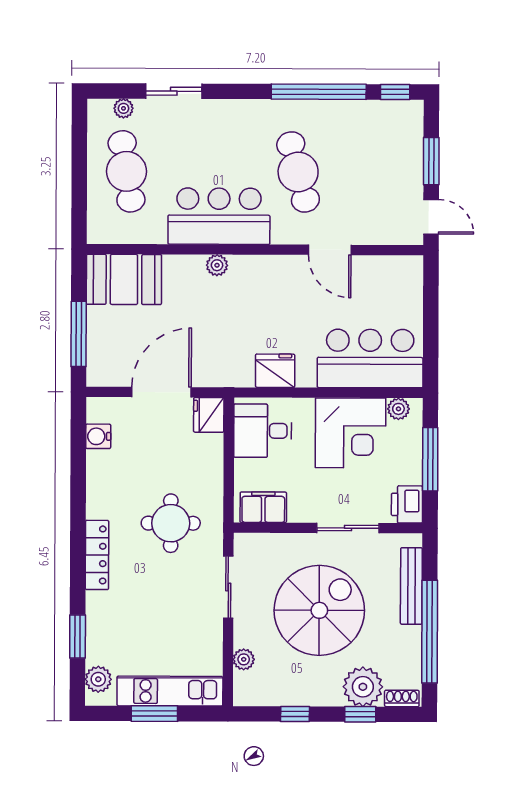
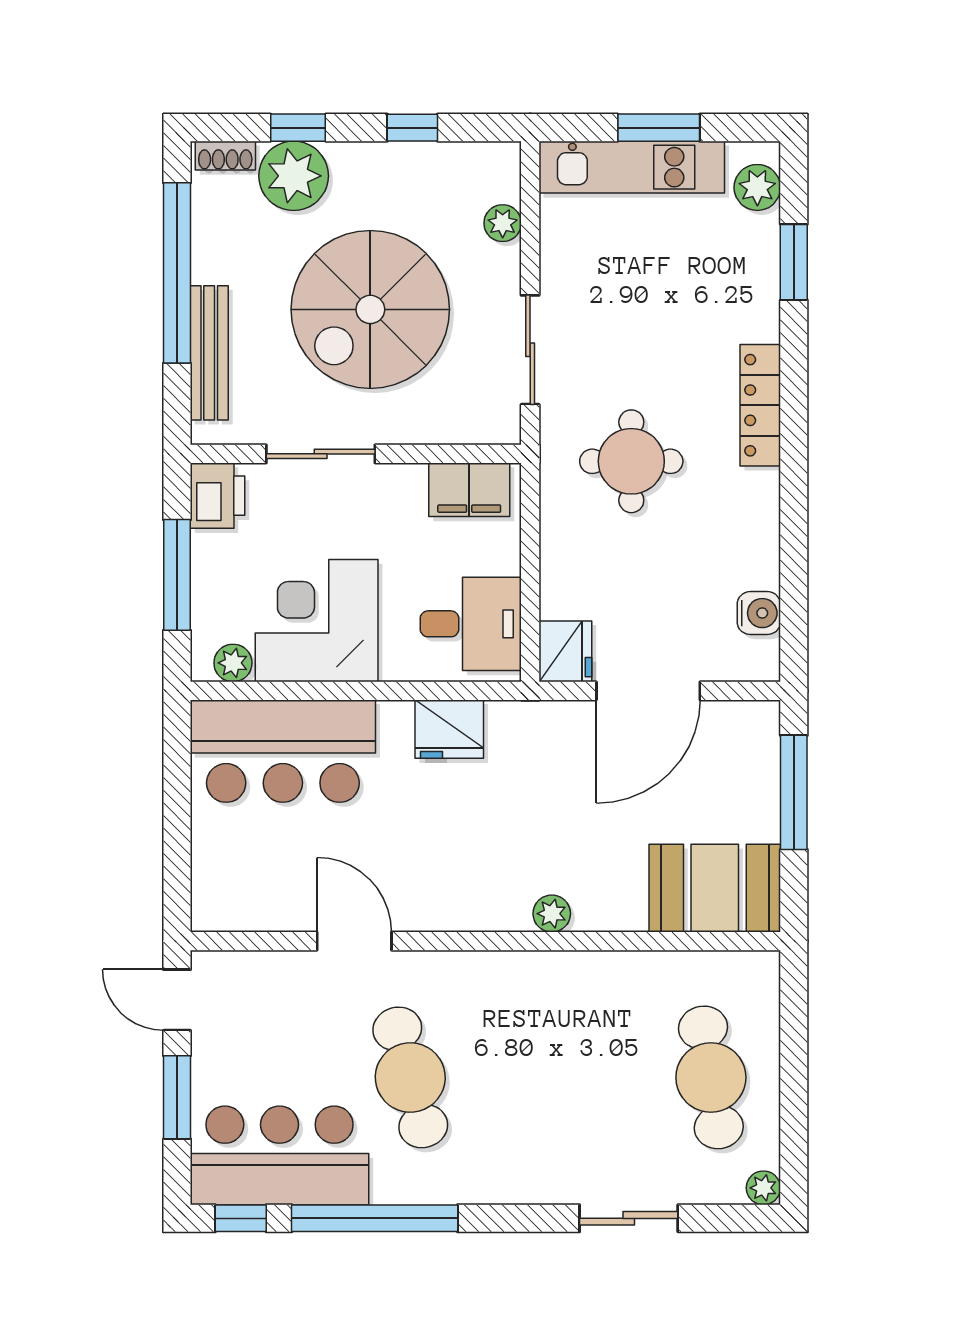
plant: (123, 108) -> (763, 1188), moved
bar counter: (219, 216) -> (279, 1155), moved, turned 180

